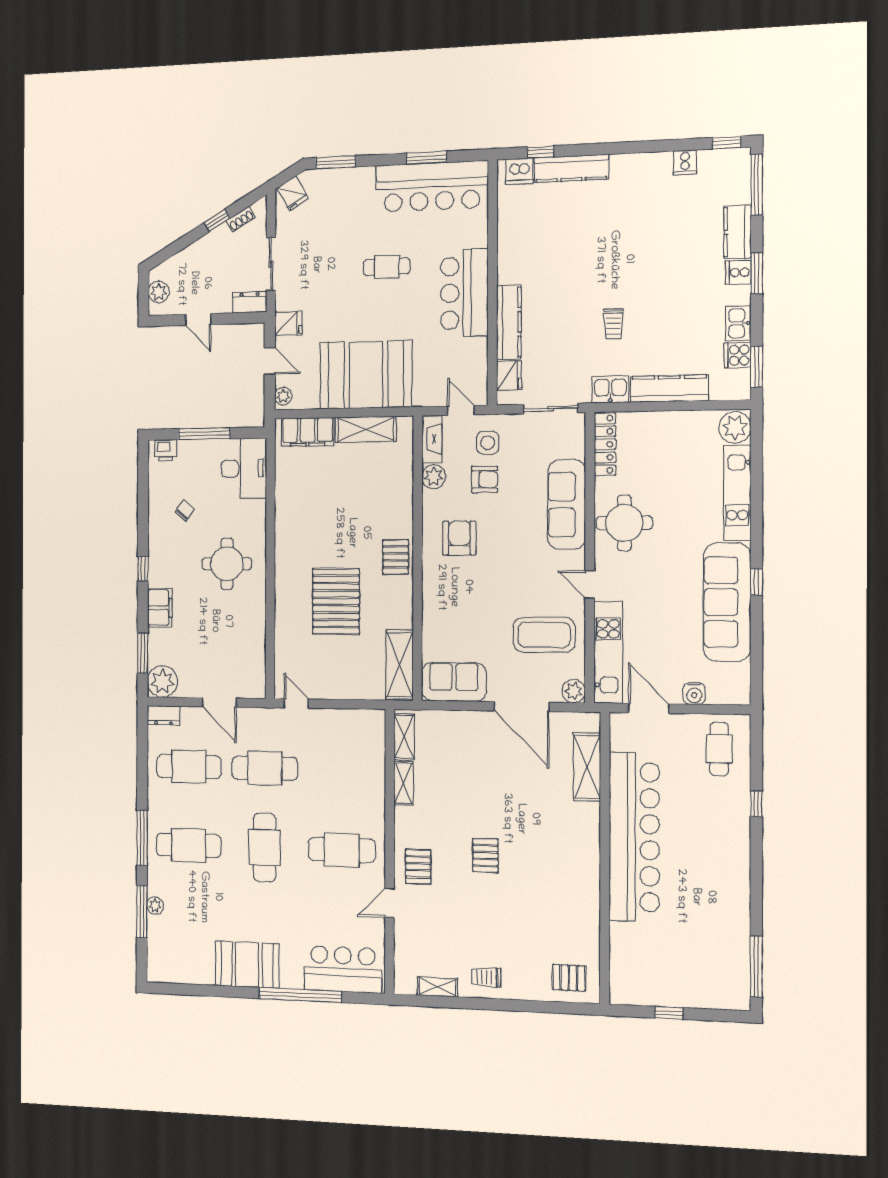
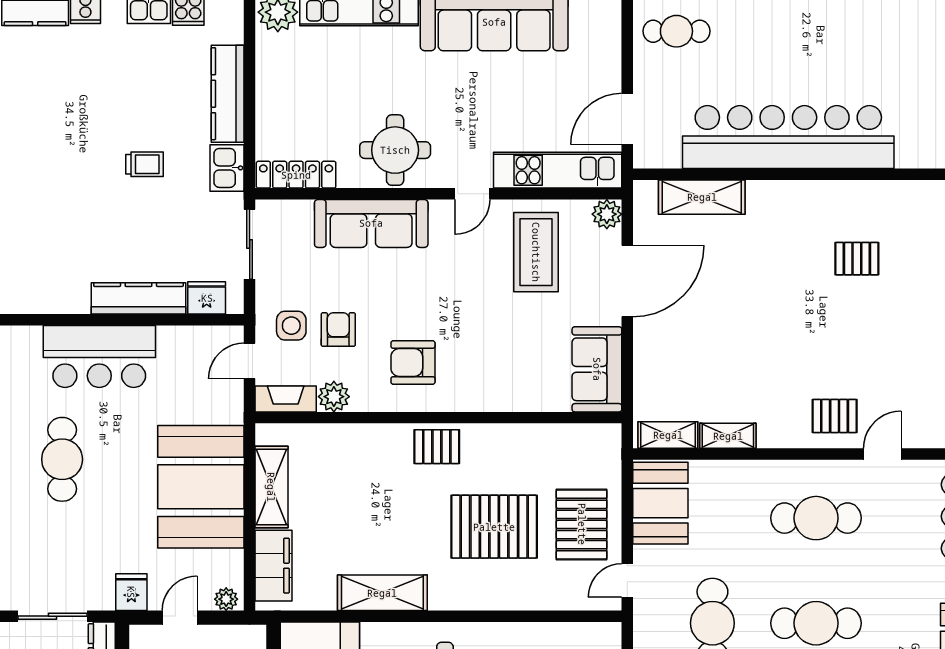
cafe table: (387, 267) -> (62, 459), width x1.37, depth x1.35
shelving: (400, 665) -> (382, 593), moved
pallet: (337, 669) -> (582, 524), added
water cooler: (694, 694) -> (608, 62), removed
booth: (353, 730) -> (660, 503), added
cafe table: (342, 850) -> (816, 518), turned 90
pallet: (485, 856) -> (857, 259), moved
door: (390, 903) -> (882, 454), swing flipped

